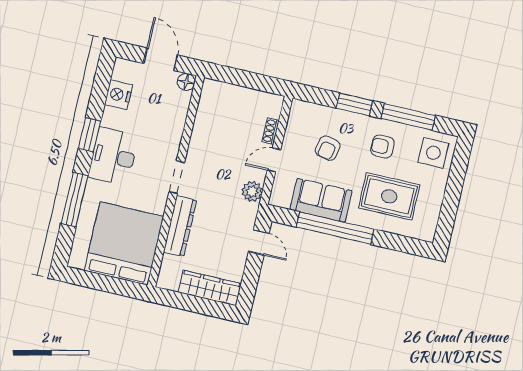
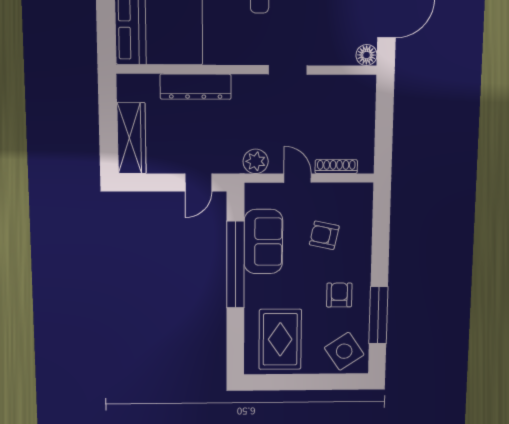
window: (354, 104) -> (380, 253), removed
shoe rack: (271, 131) -> (336, 167), width x1.43
side table: (433, 153) -> (344, 351), turned -34
doorway: (177, 177) -> (288, 70), moved
rug: (389, 196) -> (280, 339), moved

